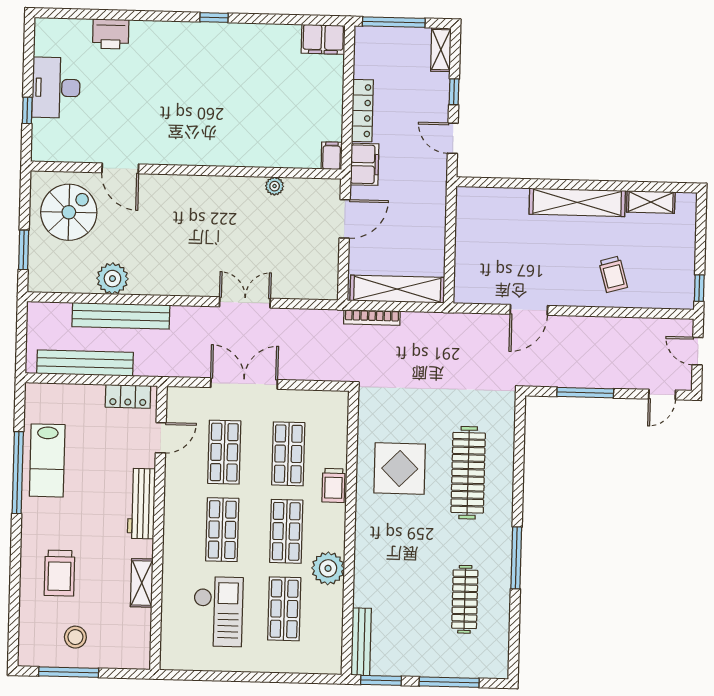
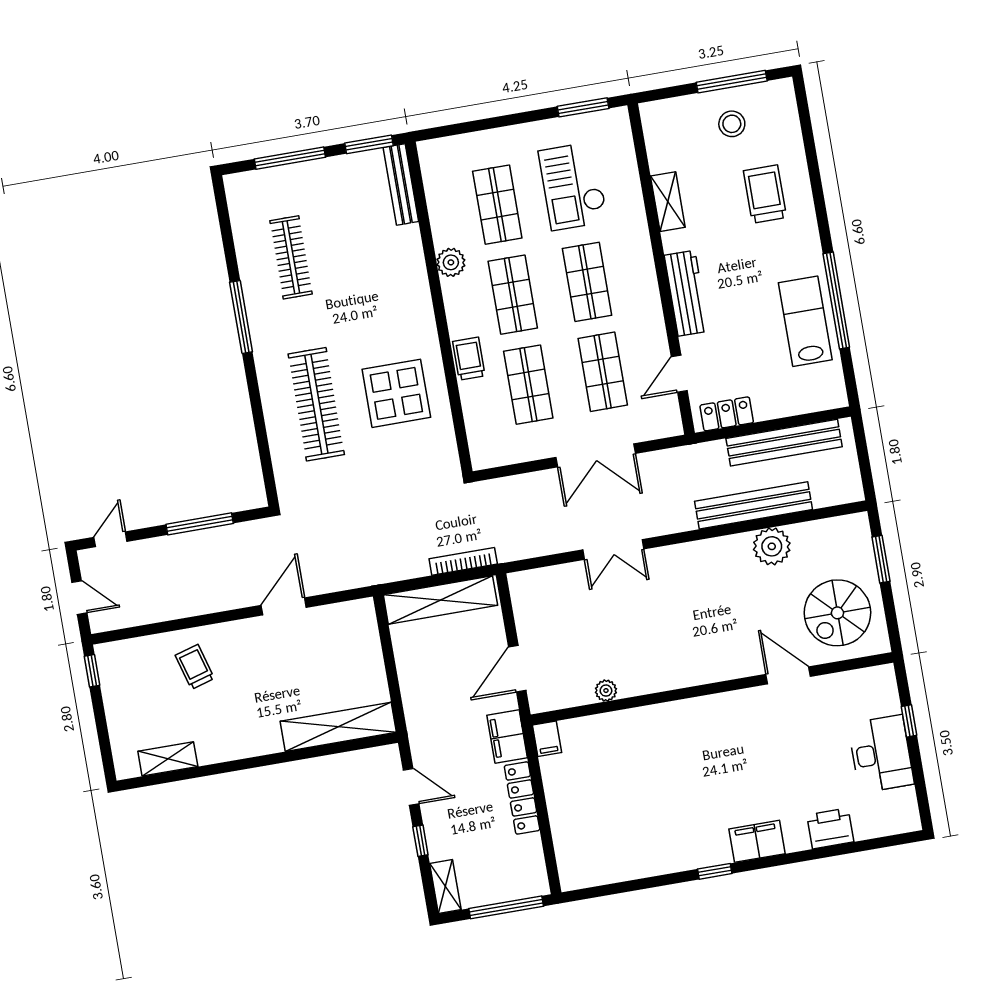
filing cabinet: (323, 39) -> (757, 841), moved
shelving: (577, 202) -> (338, 727), moved
plant: (328, 568) -> (451, 262), width x0.73, depth x0.73
window: (197, 676) -> (583, 107), added

